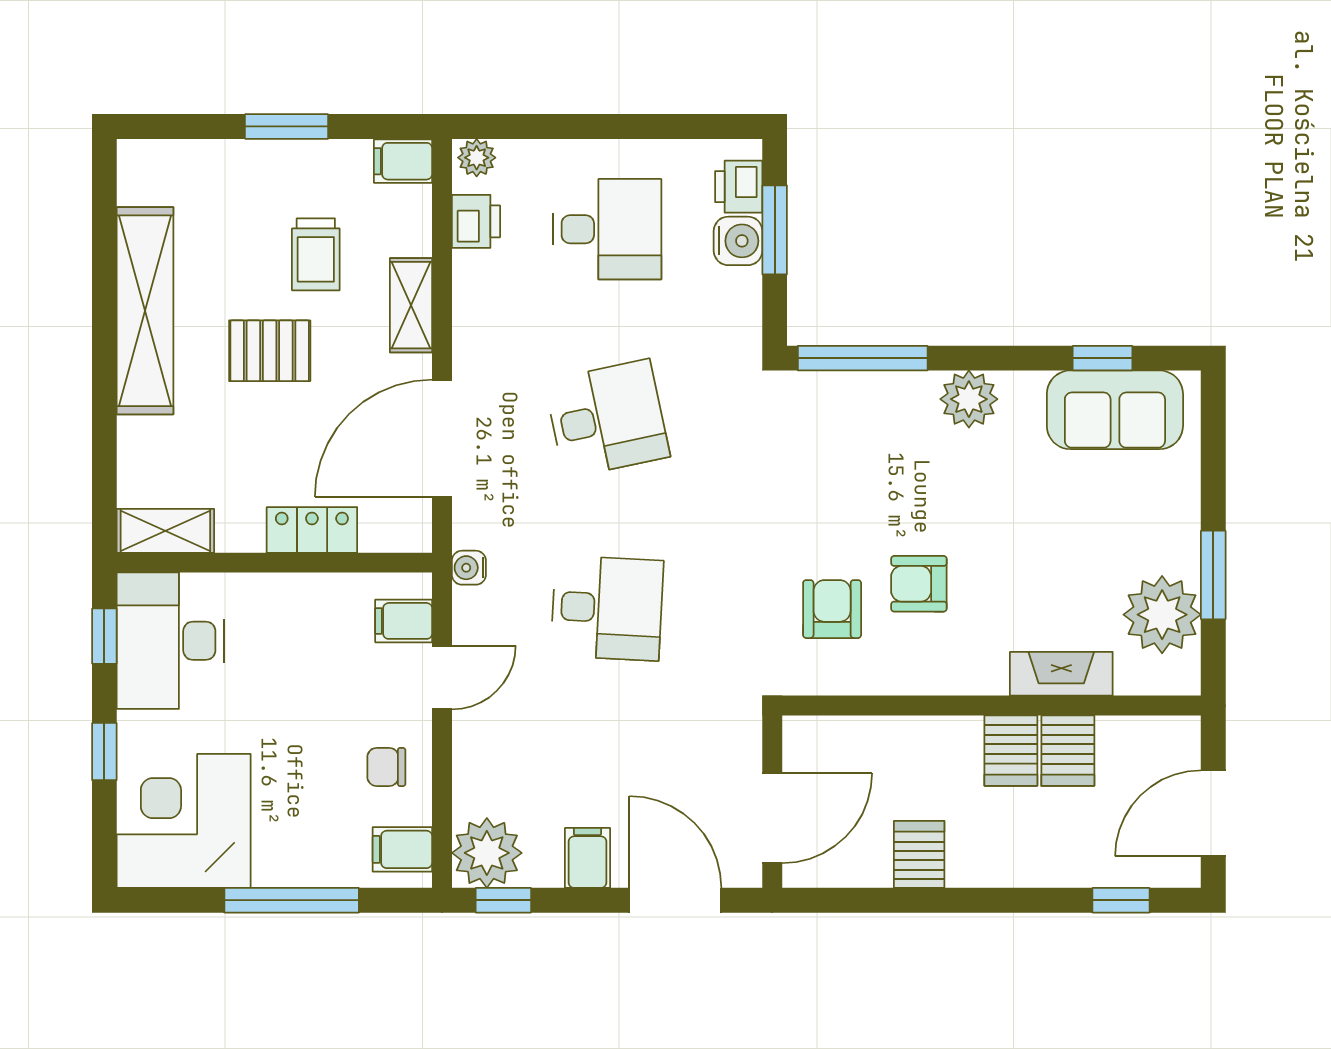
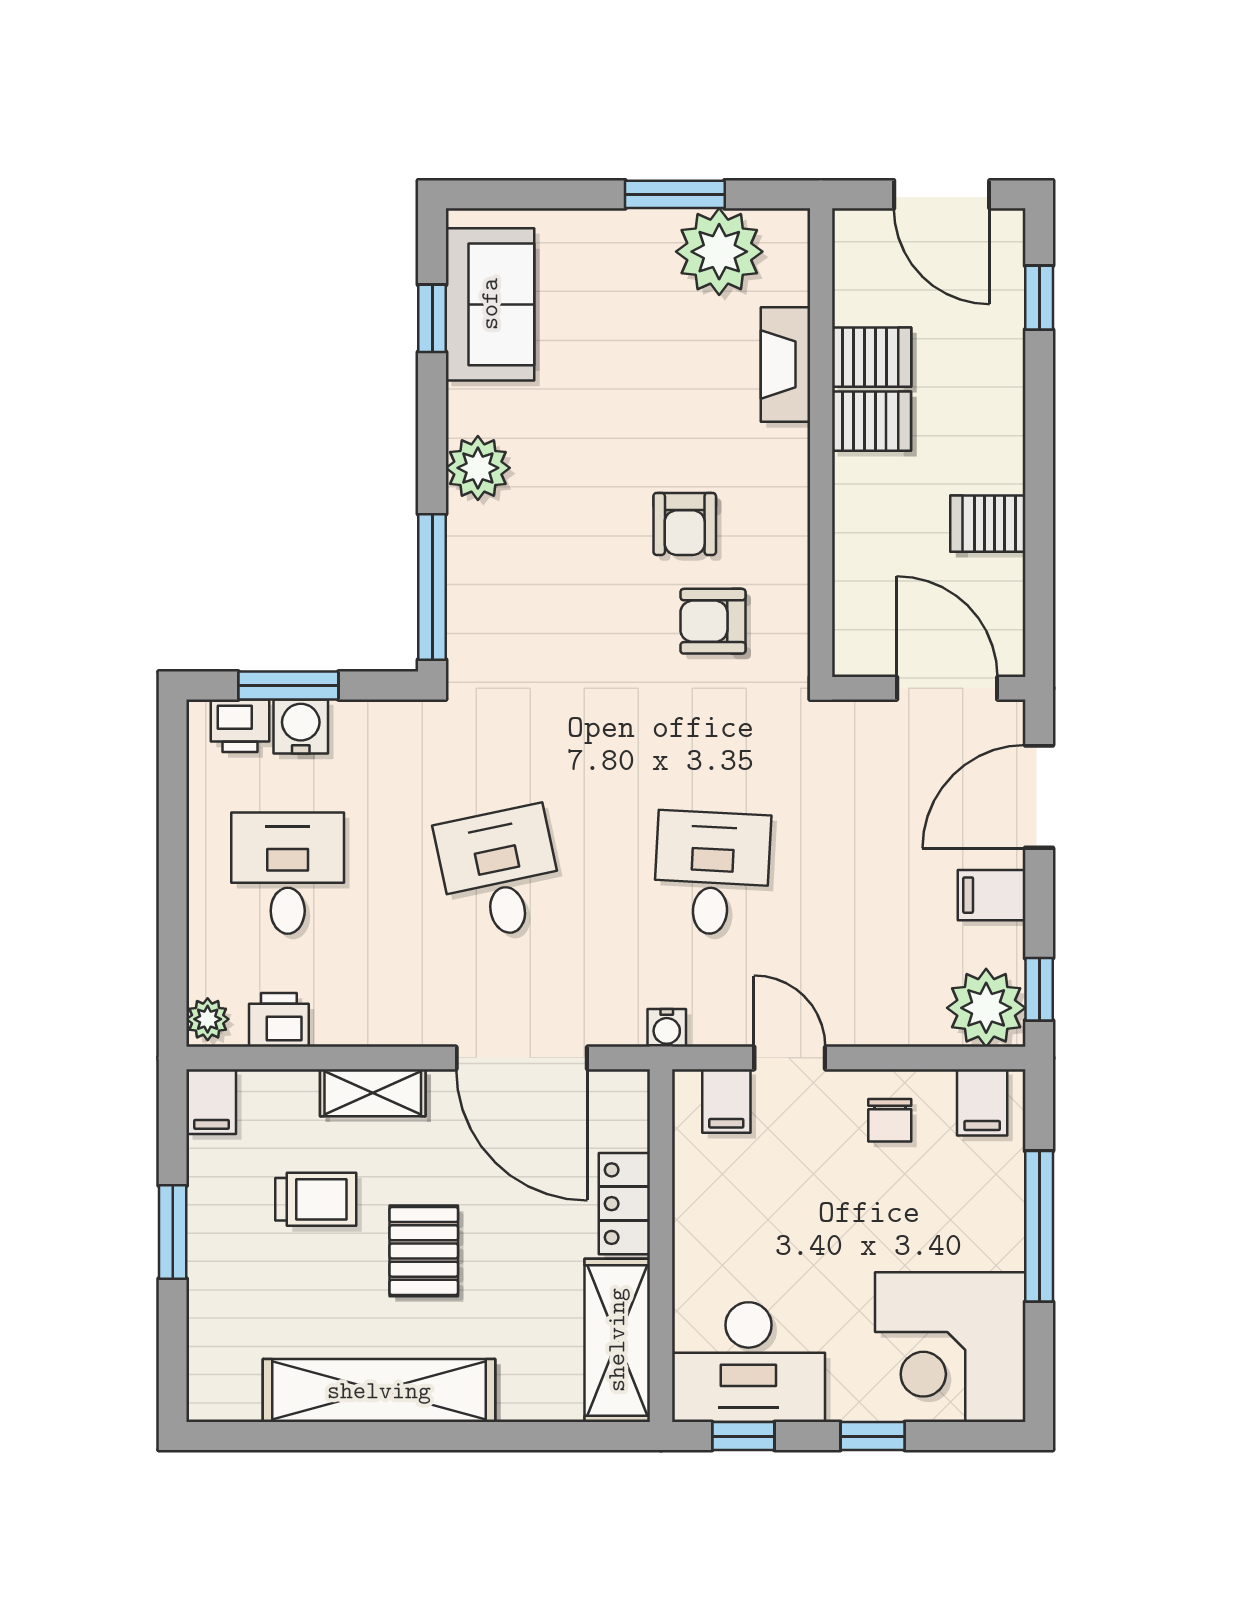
shelving: (165, 531) -> (617, 1340), width x1.50, depth x1.33

